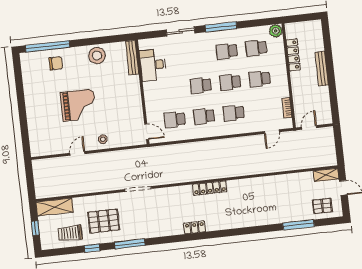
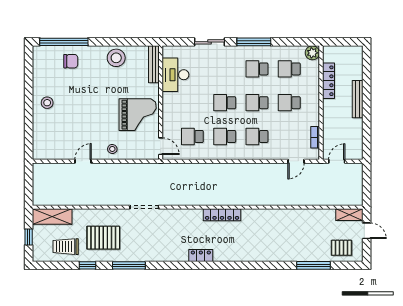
stool: (39, 104) -> (47, 103), added
grand piano: (78, 105) -> (138, 115), moved

